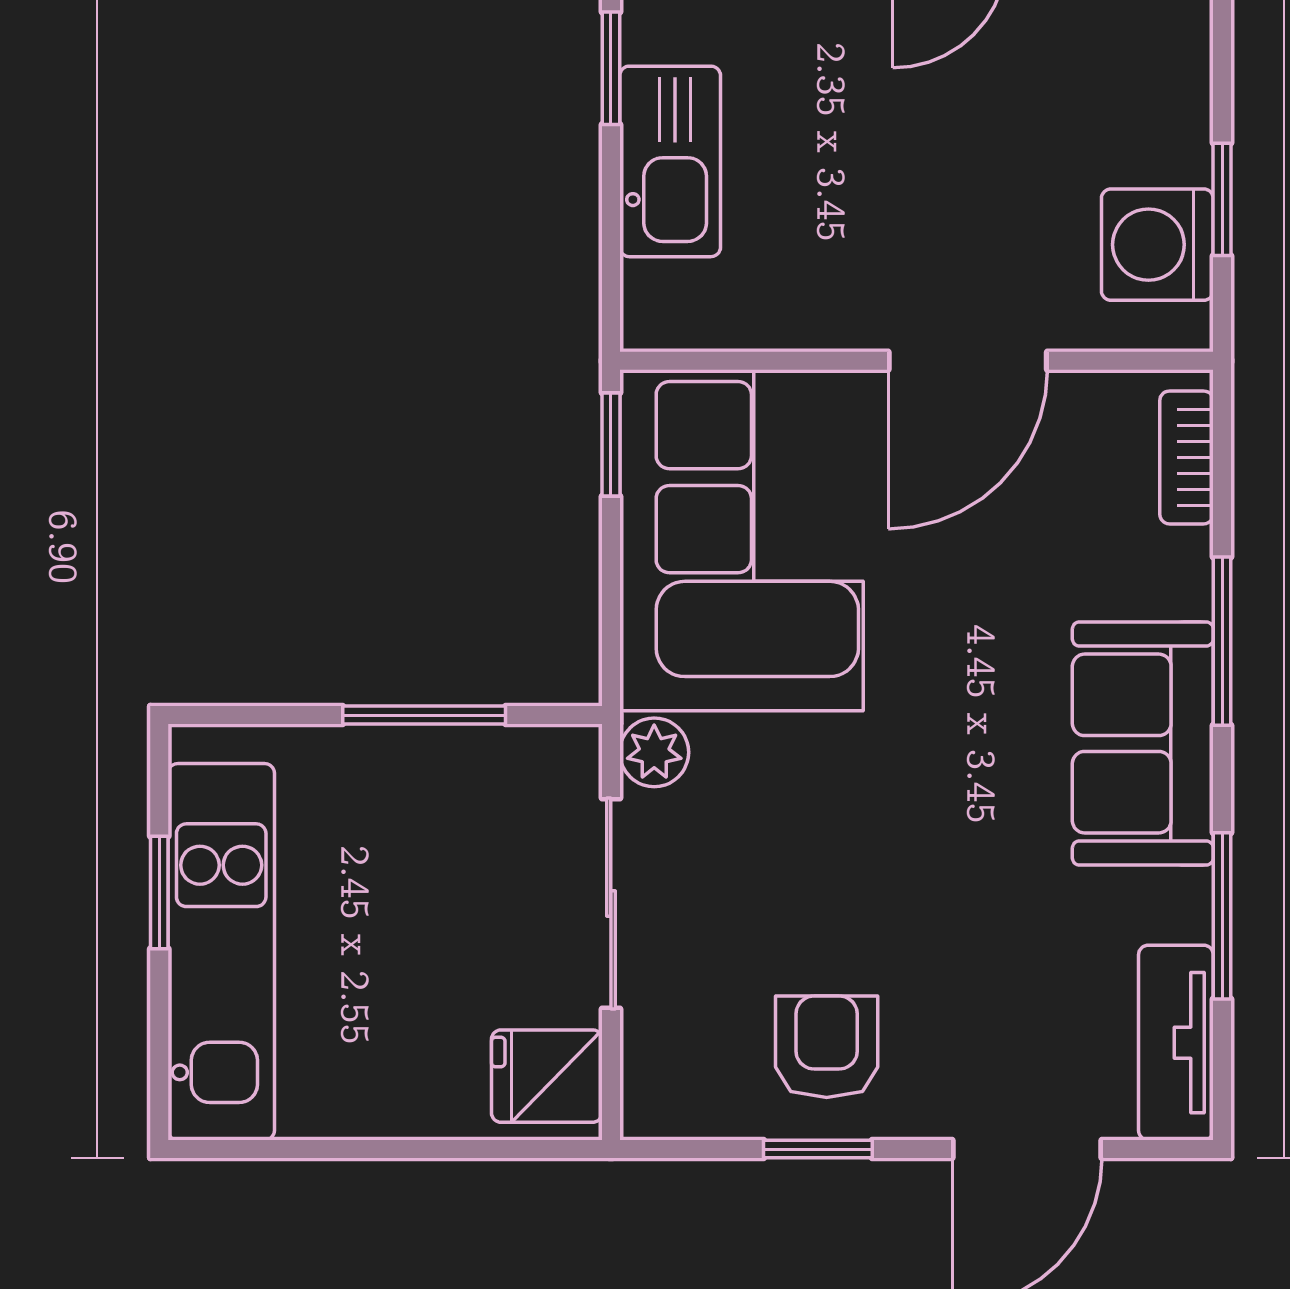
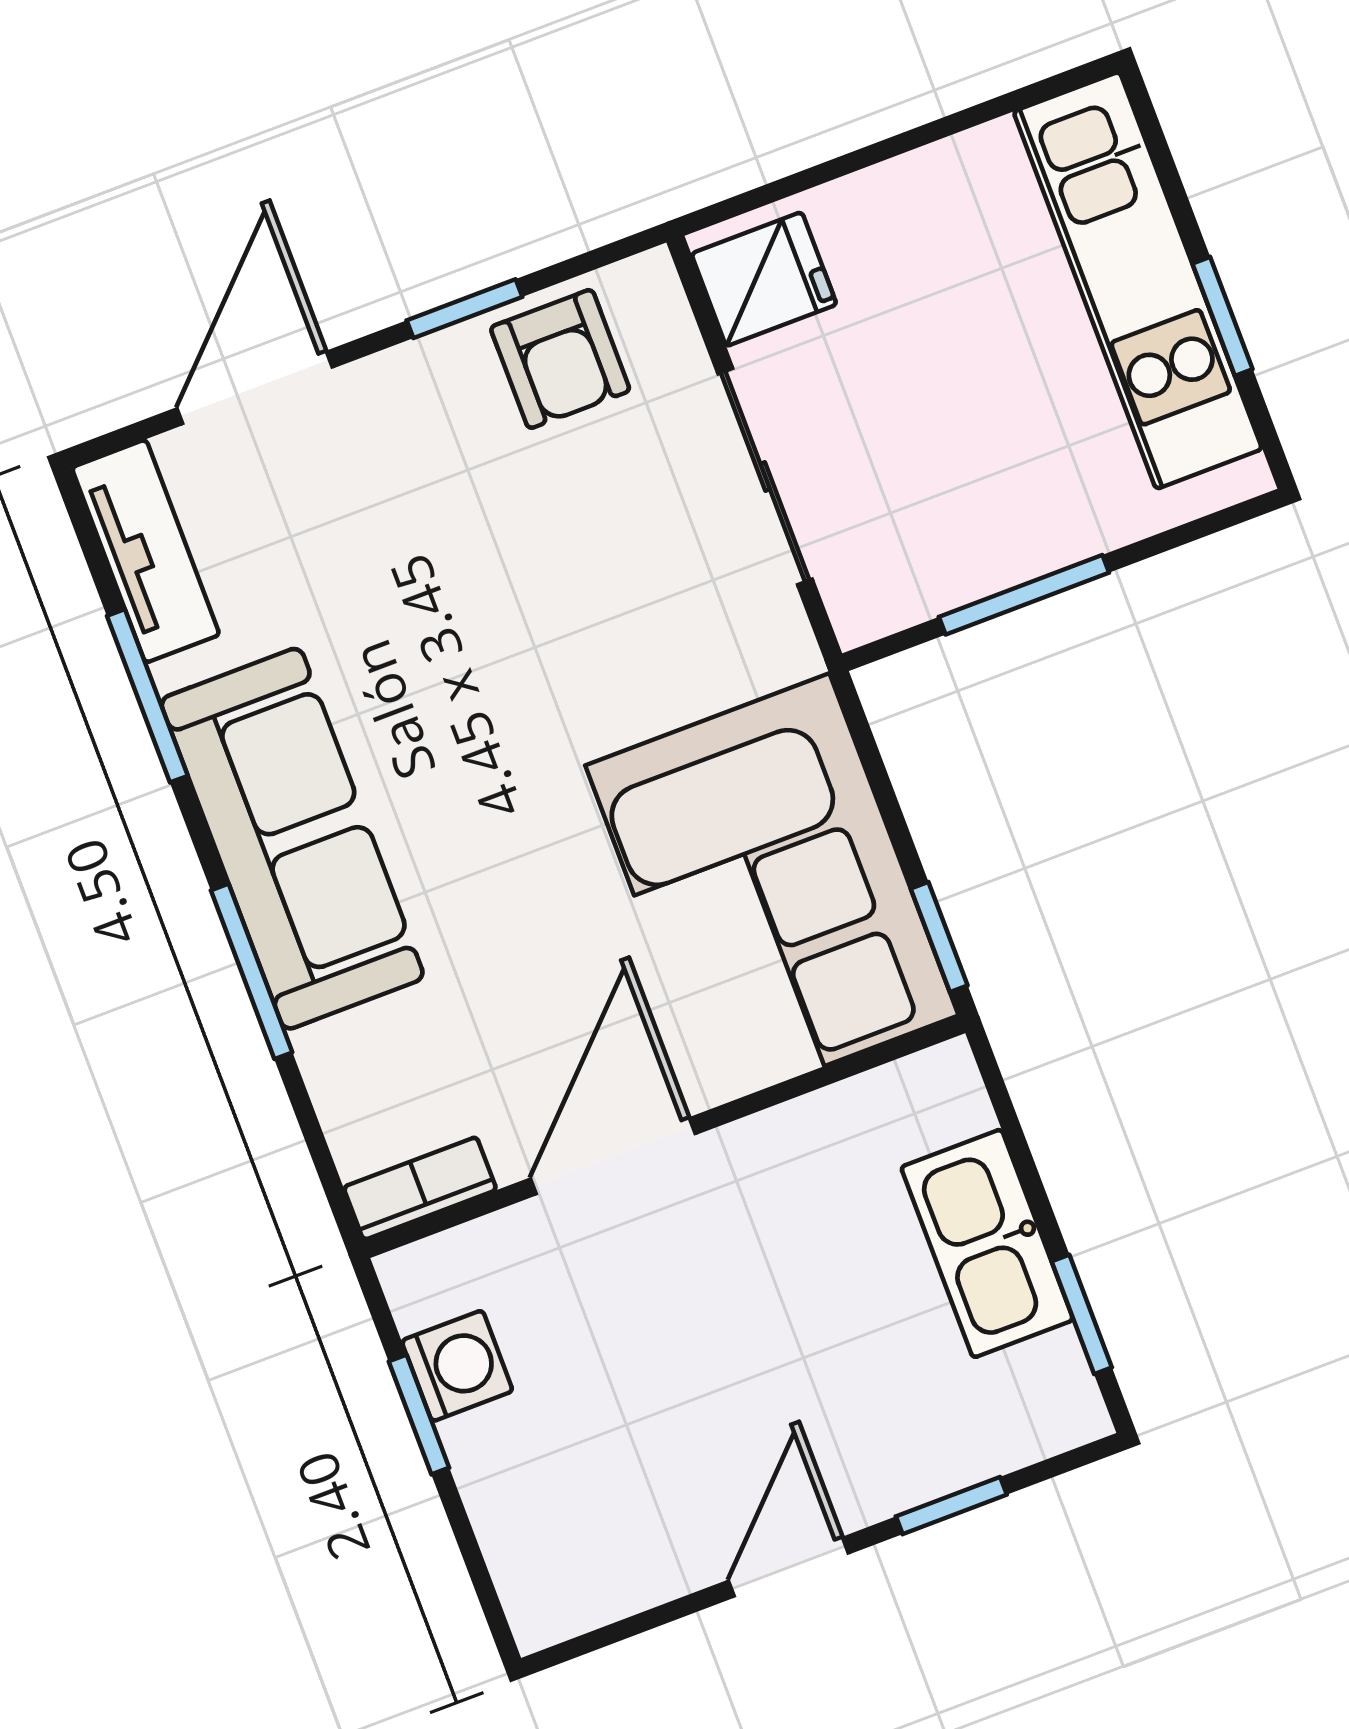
washing machine: (1157, 245) -> (457, 1366), width x0.73, depth x0.73
bookcase: (1187, 457) -> (420, 1188), moved, turned -90
sofa: (1143, 744) -> (292, 839), width x1.36
plant: (654, 752) -> (779, 645), removed
armchair: (827, 1047) -> (560, 359), moved

